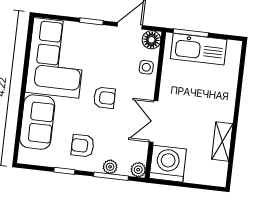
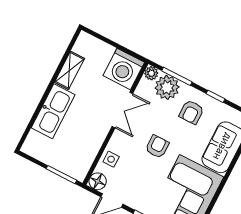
kitchen sink: (199, 49) -> (53, 111), moved, turned 90
armchair: (104, 98) -> (157, 147), turned 90
armchair: (83, 146) -> (192, 112), turned 90
plant: (110, 167) -> (167, 87), width x1.87, depth x1.87

